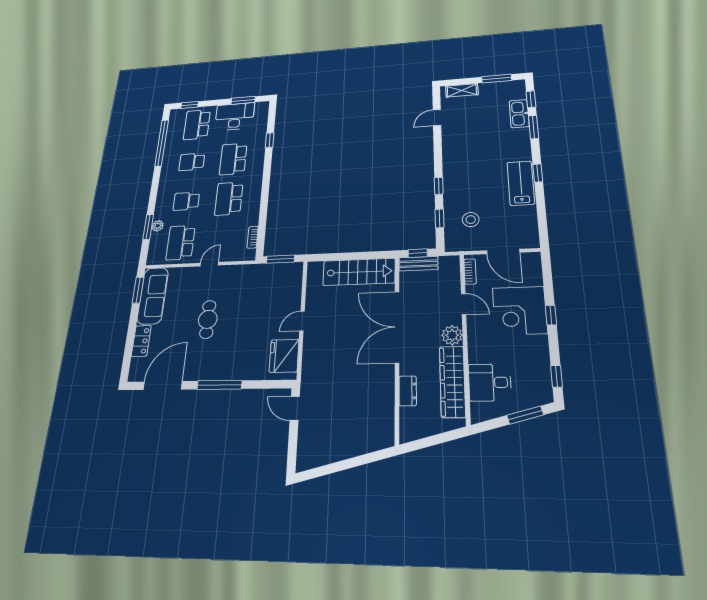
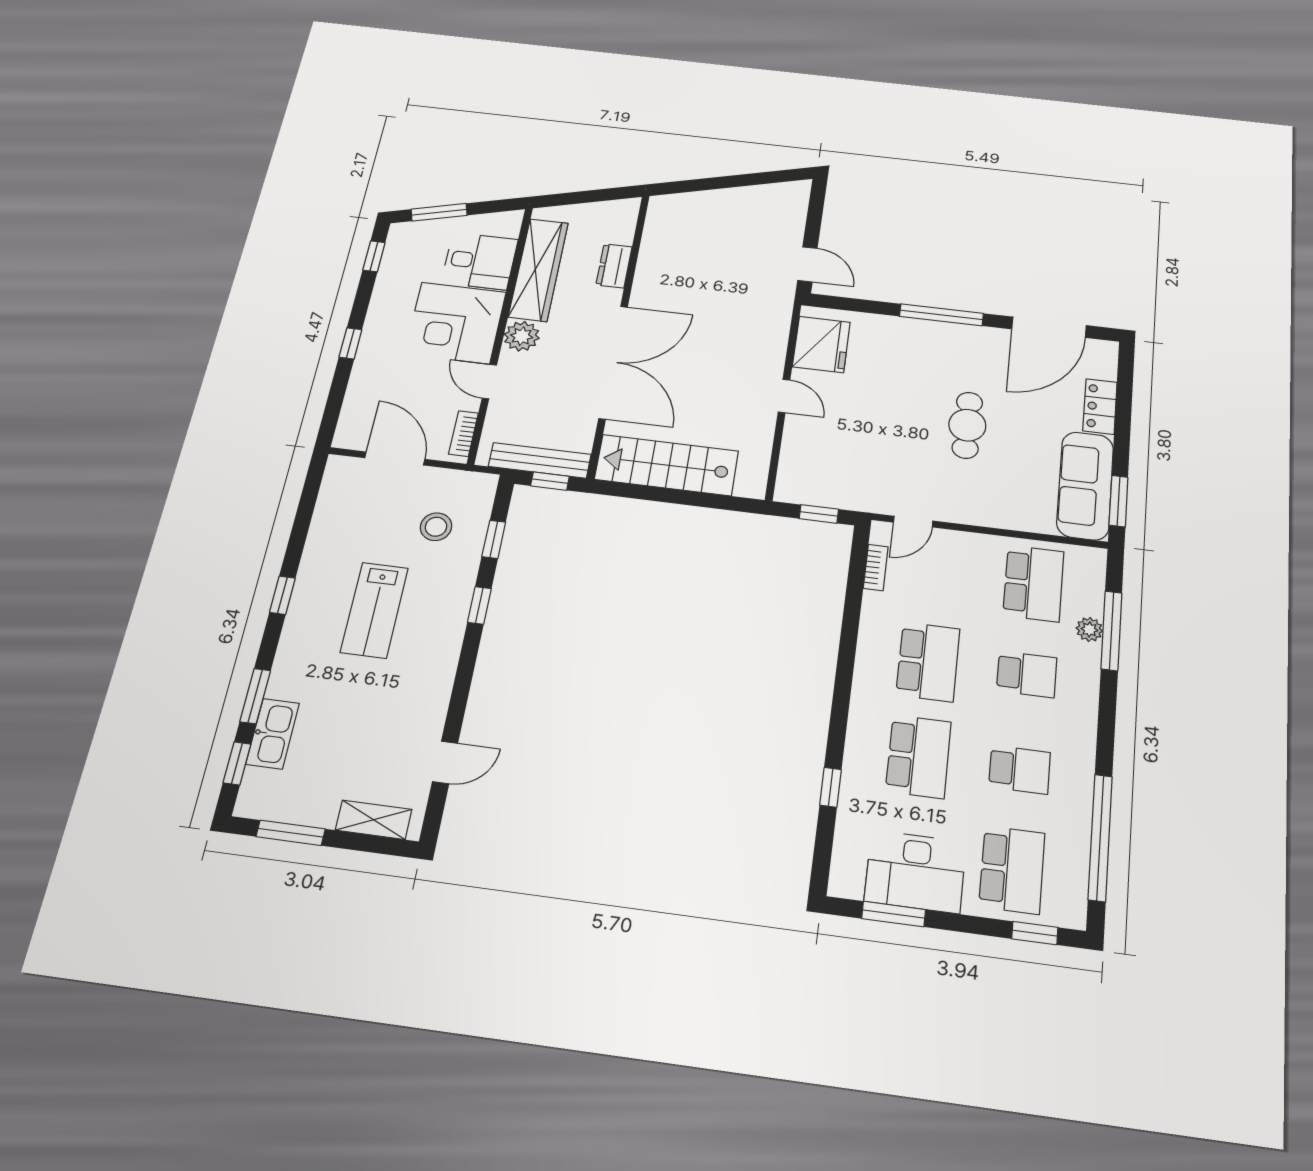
lab bench: (521, 183) -> (374, 610), moved
window: (148, 227) -> (1111, 631), width x1.44
window: (281, 259) -> (819, 514), width x0.67
door: (209, 264) -> (913, 522), moved
bench: (418, 264) -> (540, 460), width x1.36
corner desk: (520, 310) -> (455, 323), moved, turned 180
door: (302, 321) -> (784, 396), hinge flipped

